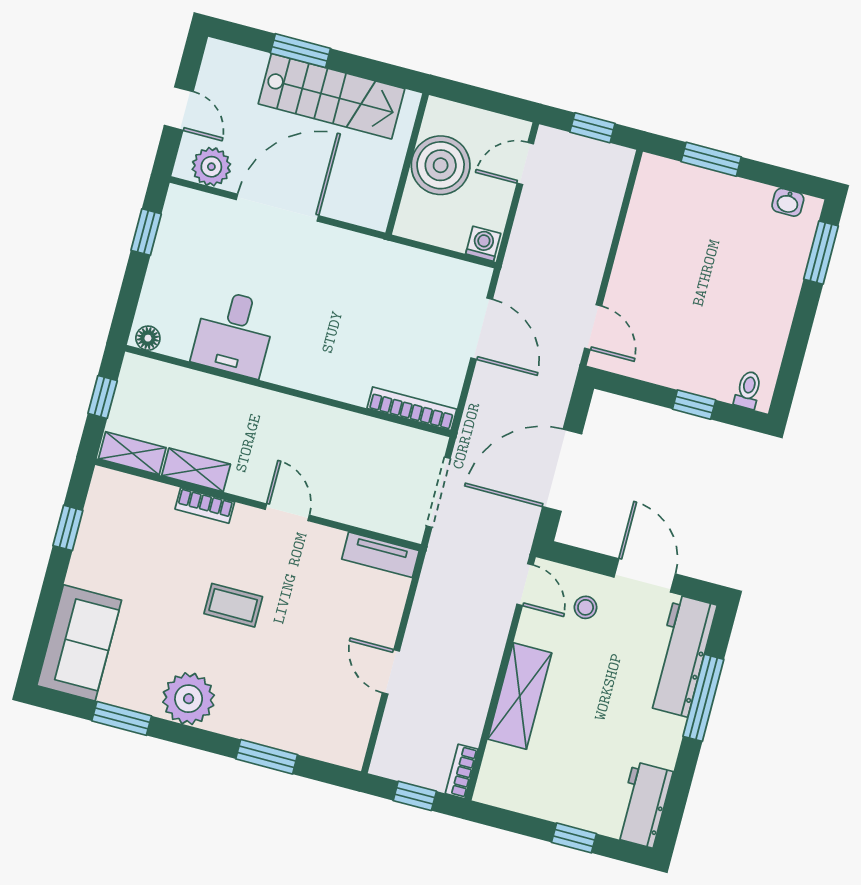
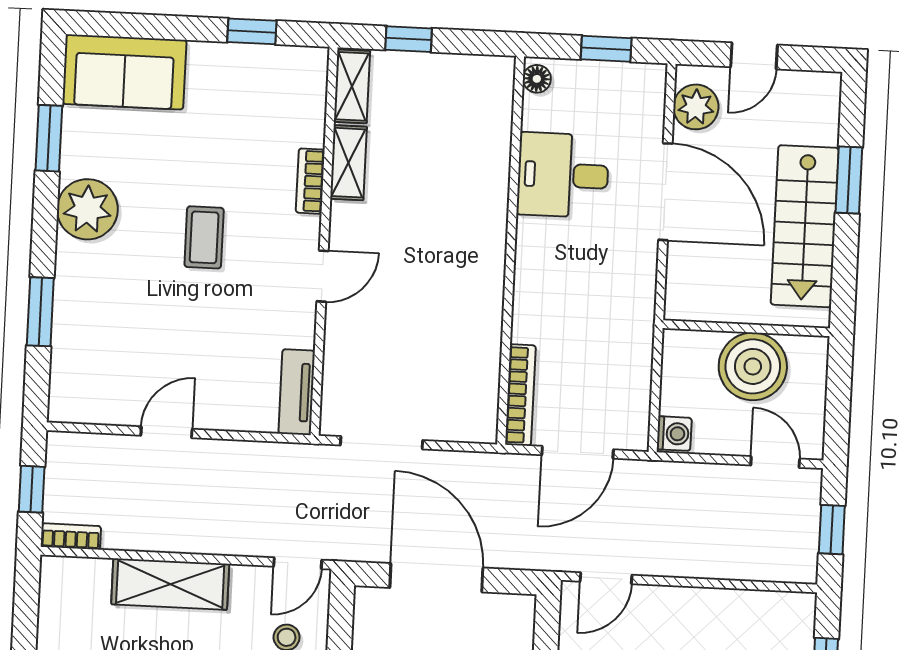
desk: (234, 333) -> (563, 175), moved
floor lamp: (148, 338) -> (537, 79), moved
wall: (288, 391) -> (511, 250), moved
bookcase: (412, 409) -> (520, 395), moved

